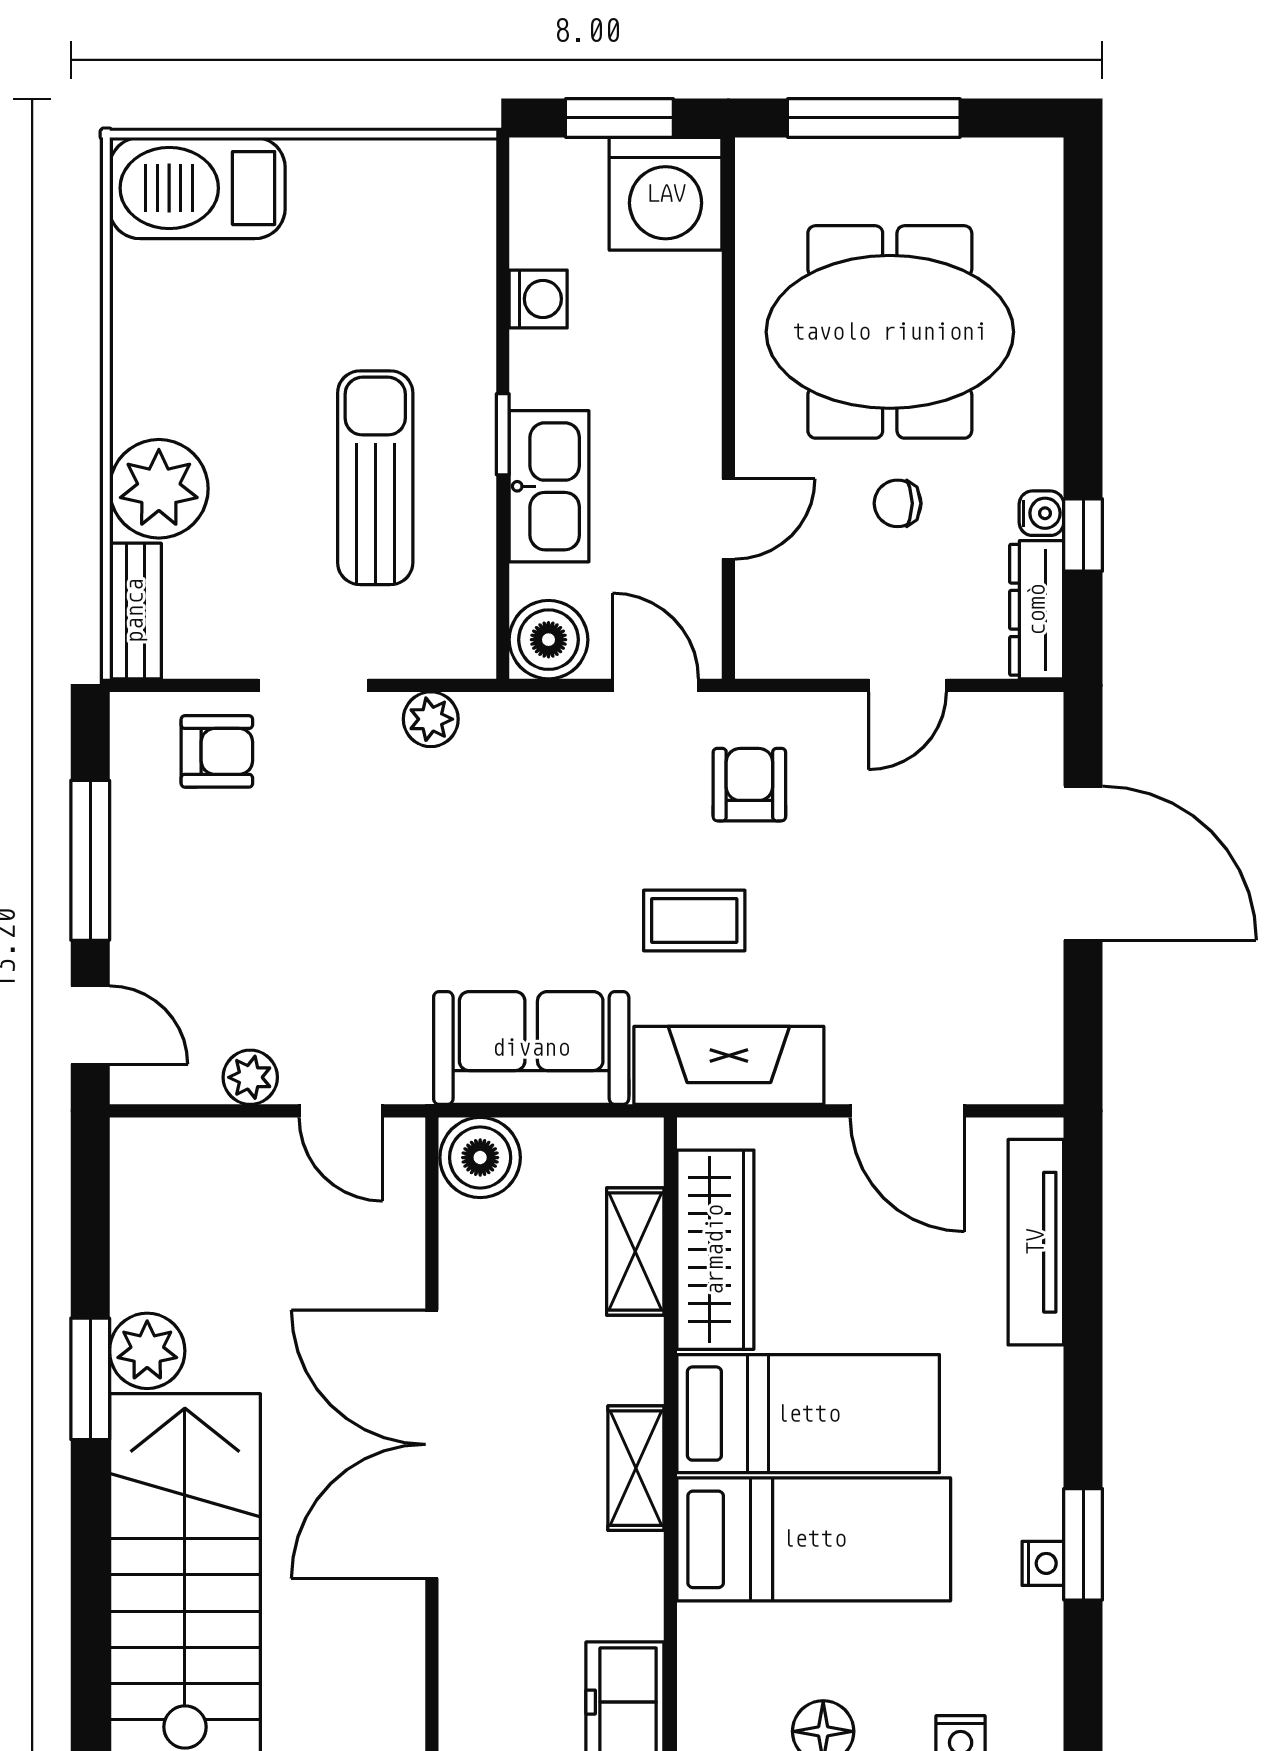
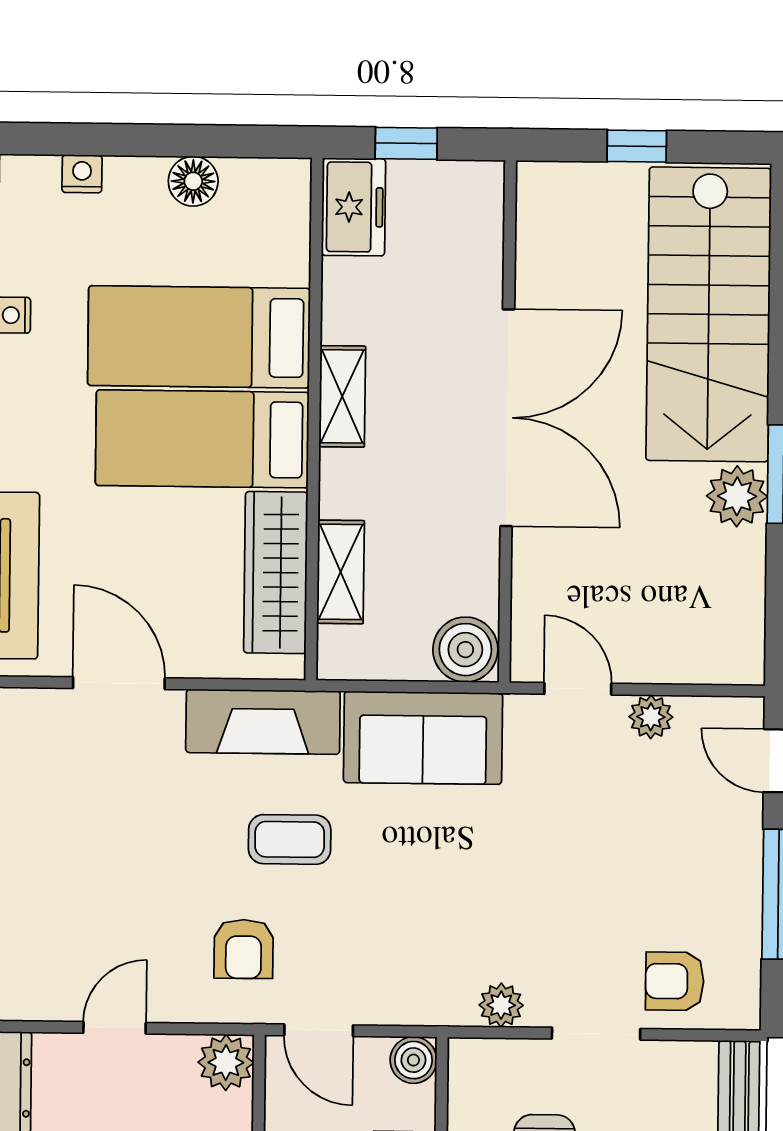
boiler: (548, 640) -> (413, 1060), width x0.73, depth x0.73
plant: (770, 644) -> (226, 1062), added

